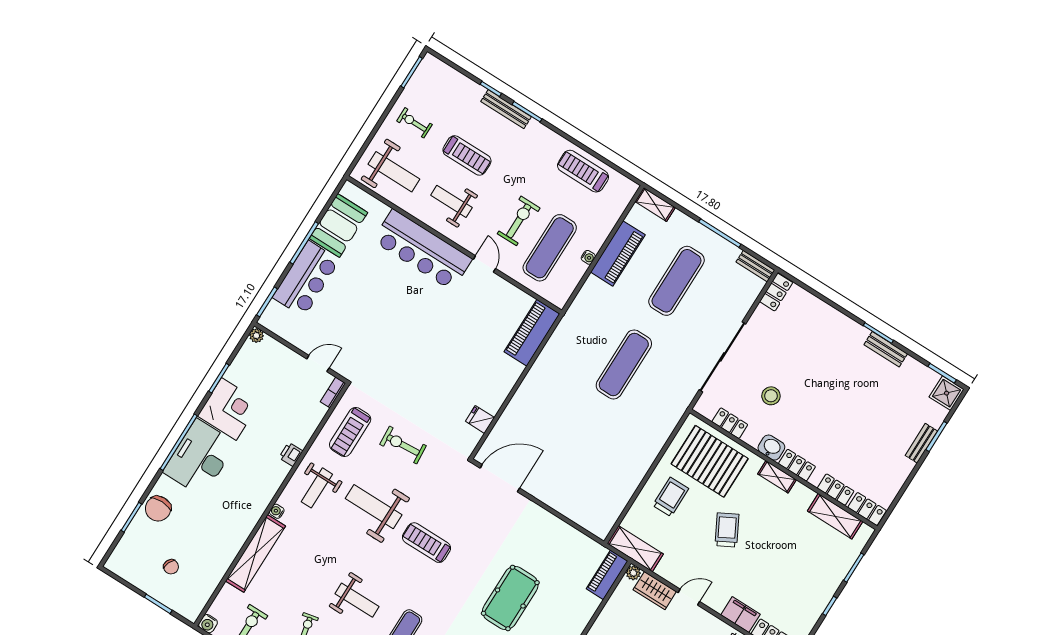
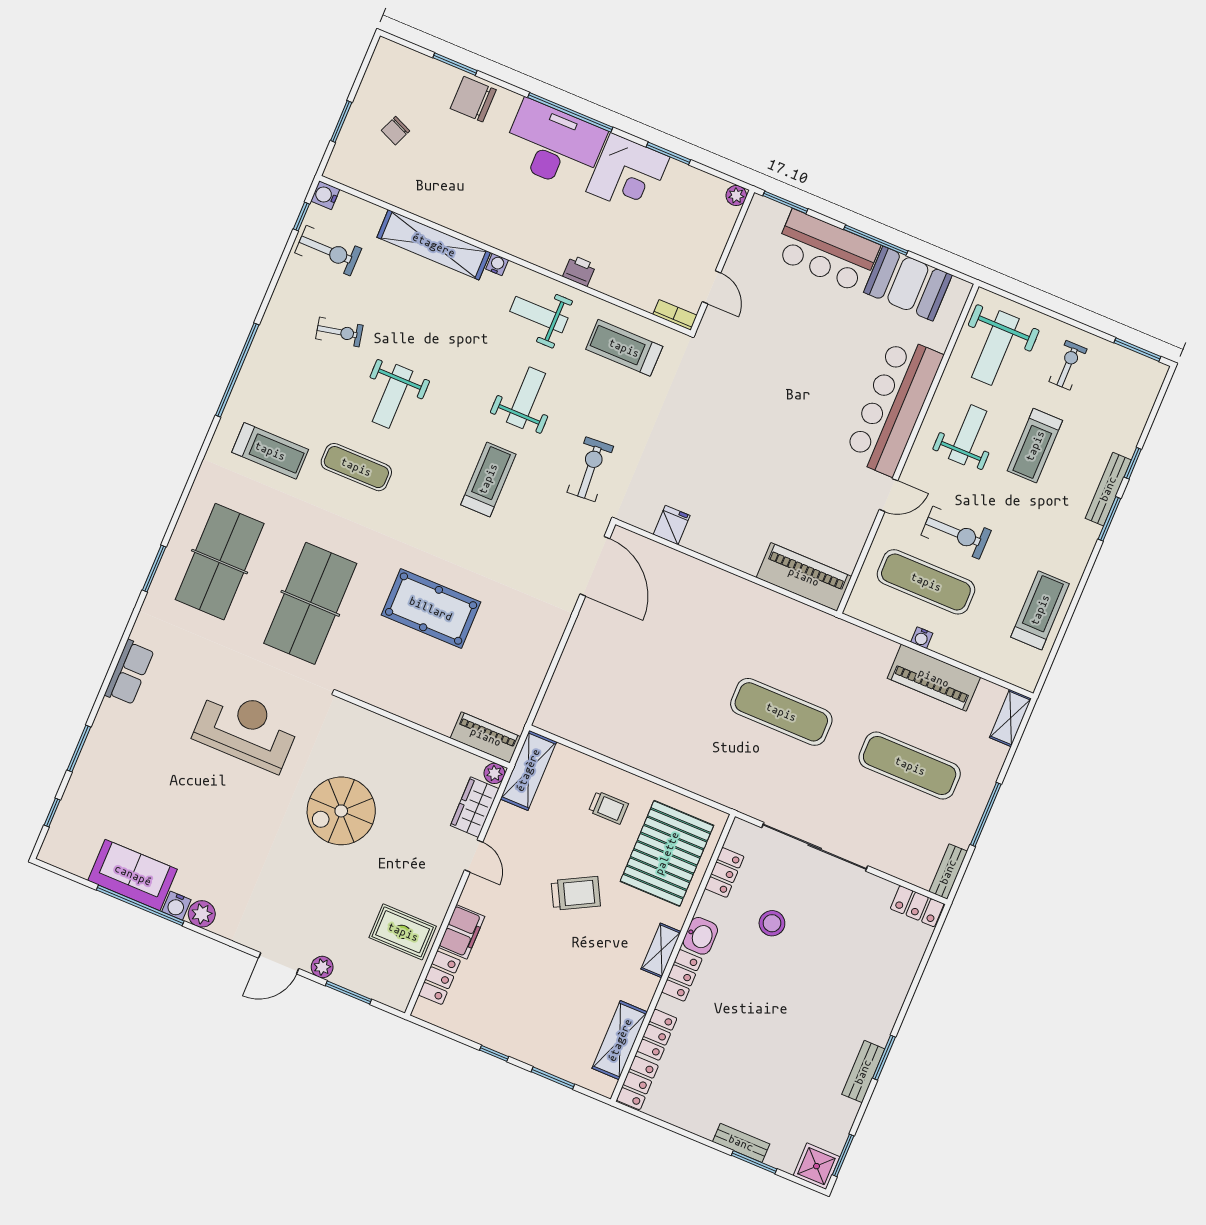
exercise bike: (403, 445) -> (590, 469), moved
trolley: (671, 497) -> (608, 808), width x0.73, depth x0.72
weight bench: (374, 507) -> (526, 398), width x0.73, depth x0.75

